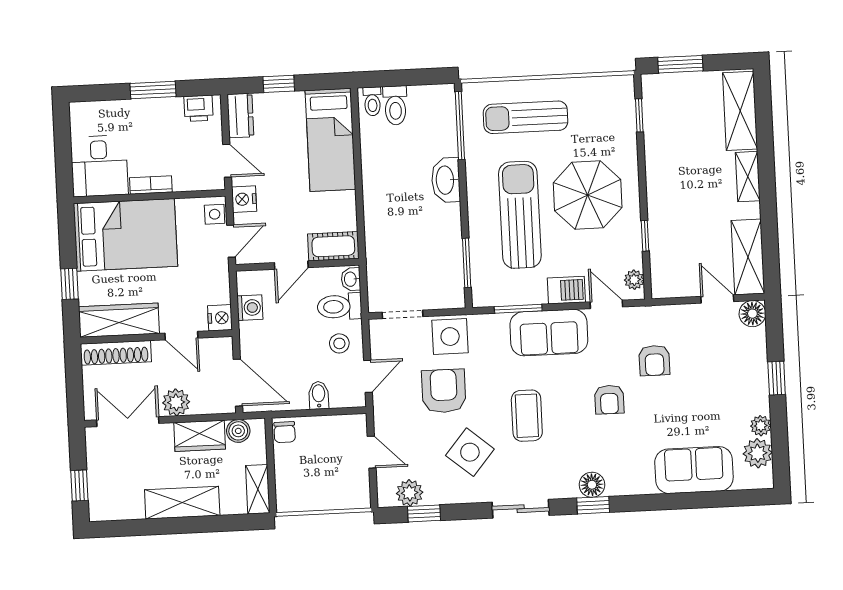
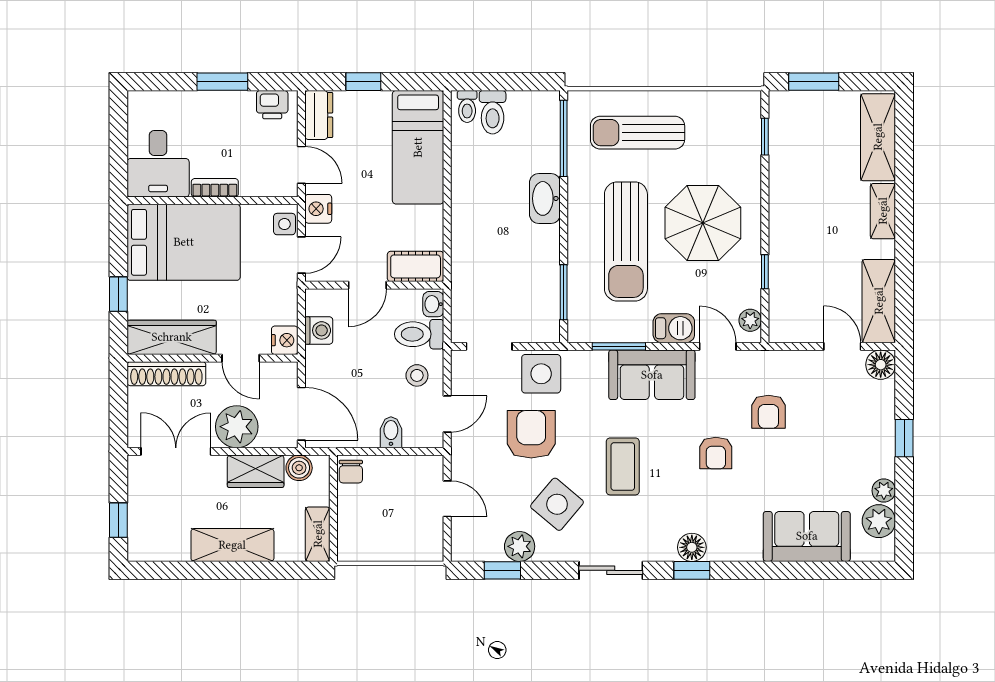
sun lounger: (520, 215) -> (626, 241), turned 180
plant: (176, 402) -> (237, 427), width x1.36, depth x1.36
plant: (410, 493) -> (520, 546), moved

